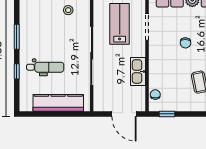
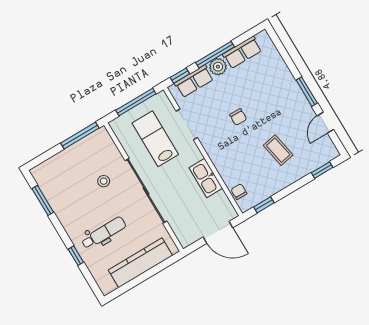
stool: (68, 10) -> (104, 181), moved
window: (17, 37) -> (43, 200), moved

